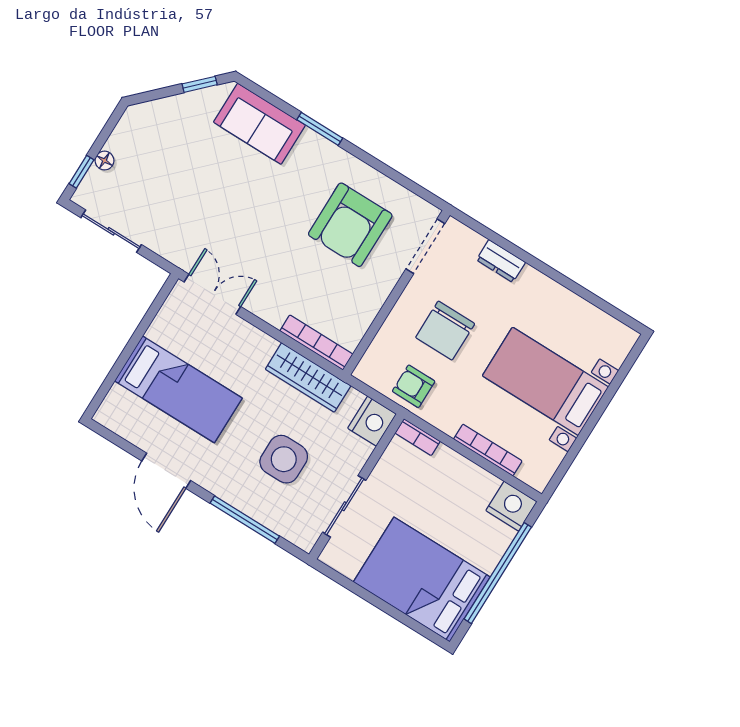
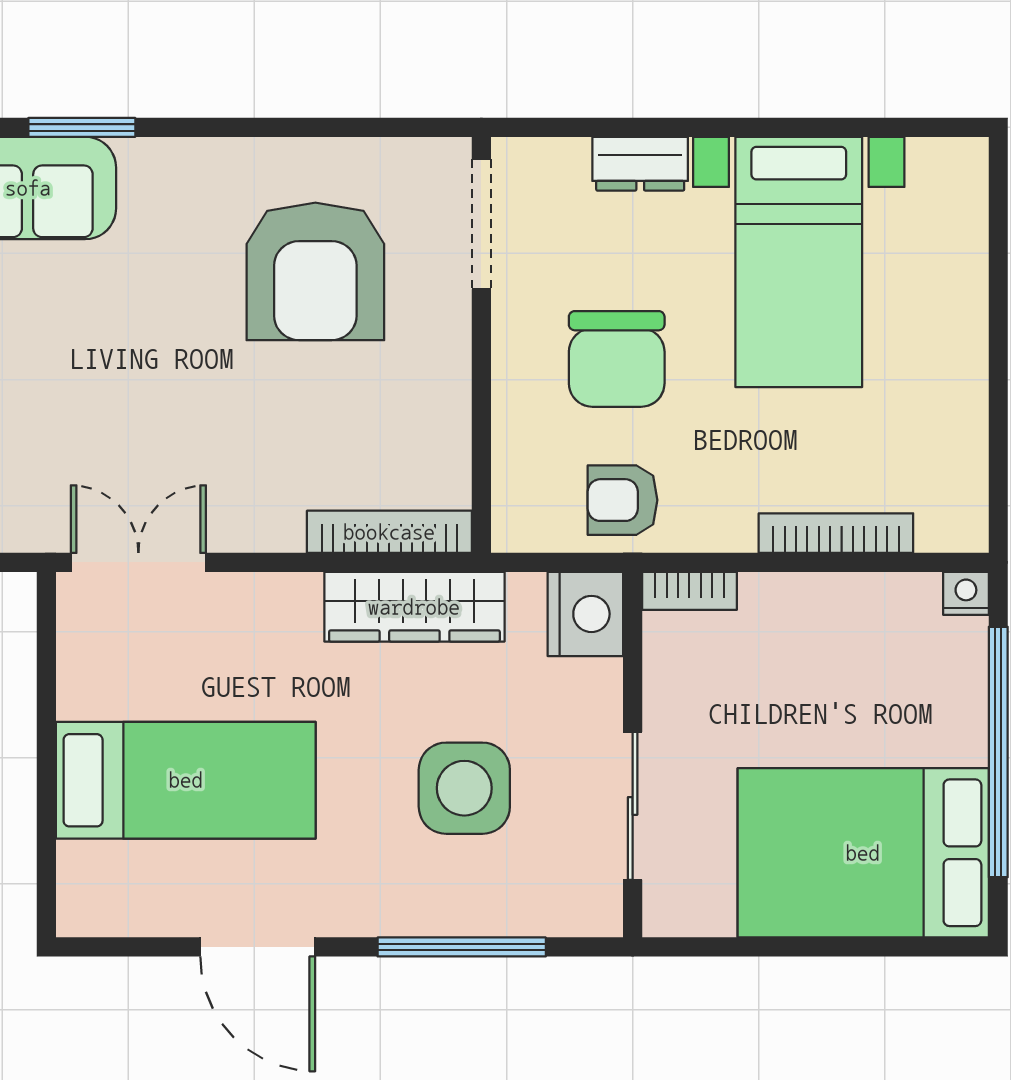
window: (320, 129) -> (82, 127), moved
bed with nightstands: (545, 381) -> (799, 262), moved, turned -90
nightstand: (511, 506) -> (966, 593), width x0.53, depth x0.56

